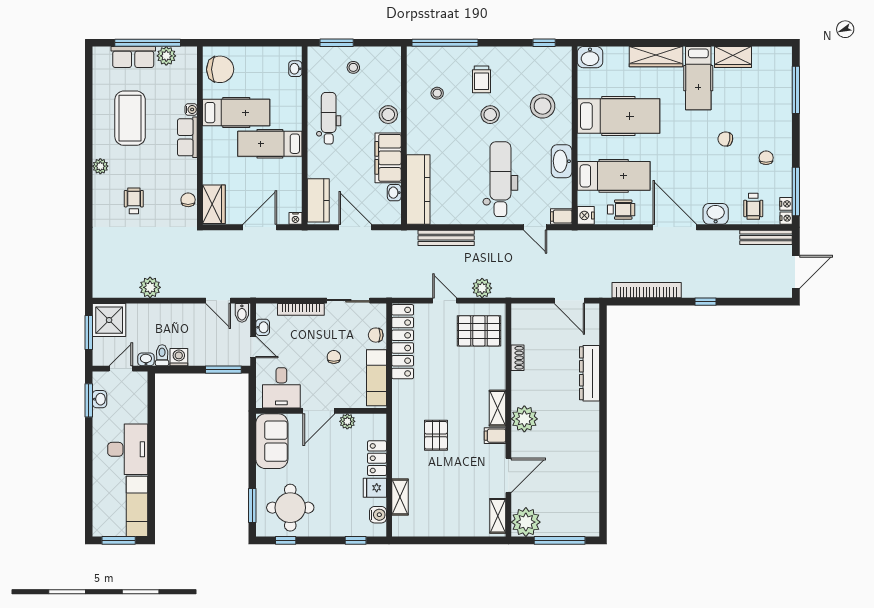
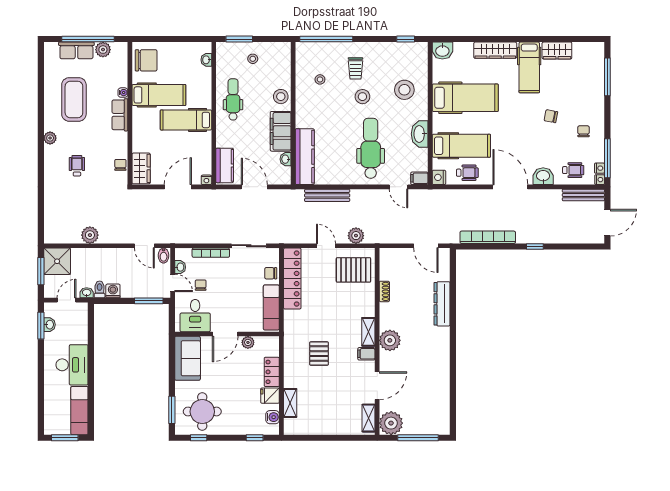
wheelchair: (753, 206) -> (573, 170), turned -90
chair: (334, 357) -> (201, 285), moved

